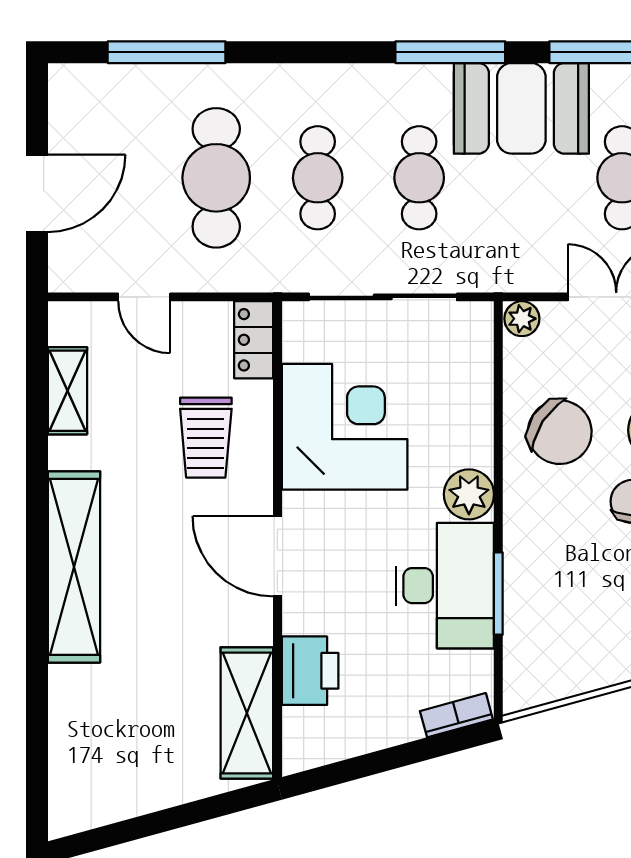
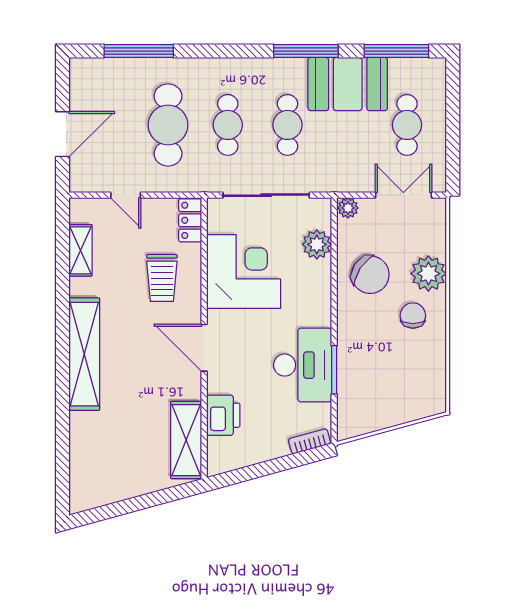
plant: (469, 494) -> (317, 244), moved

